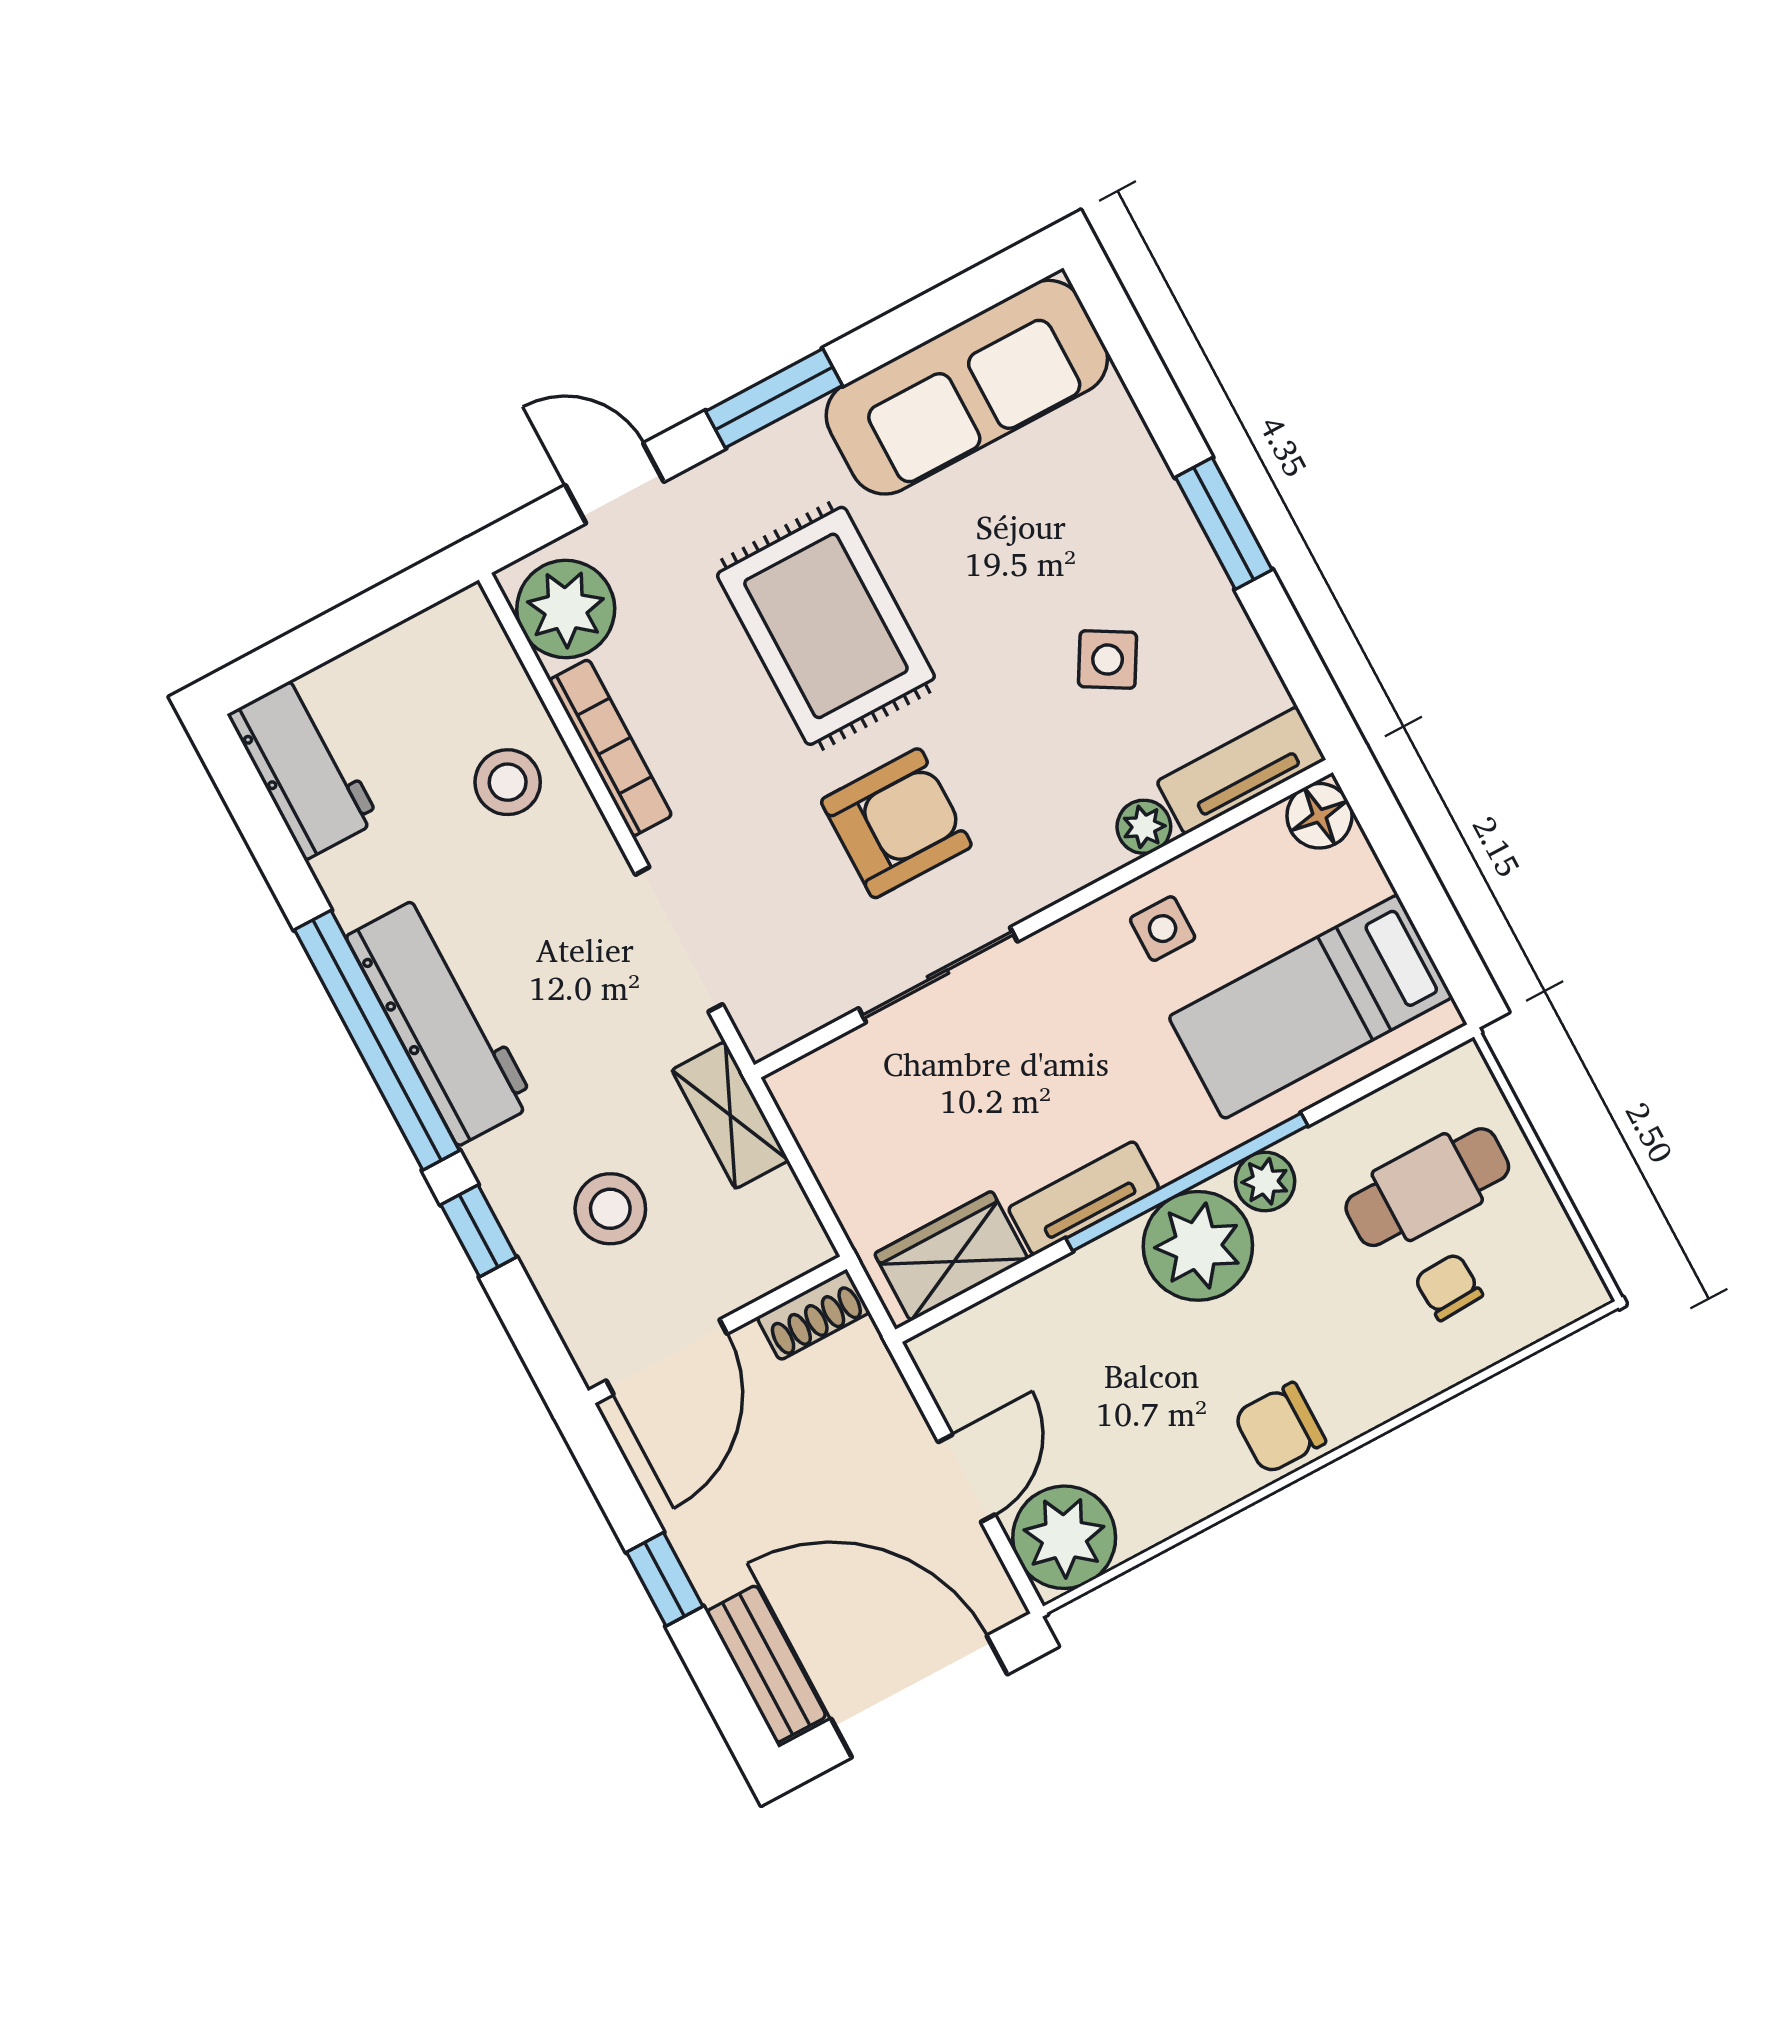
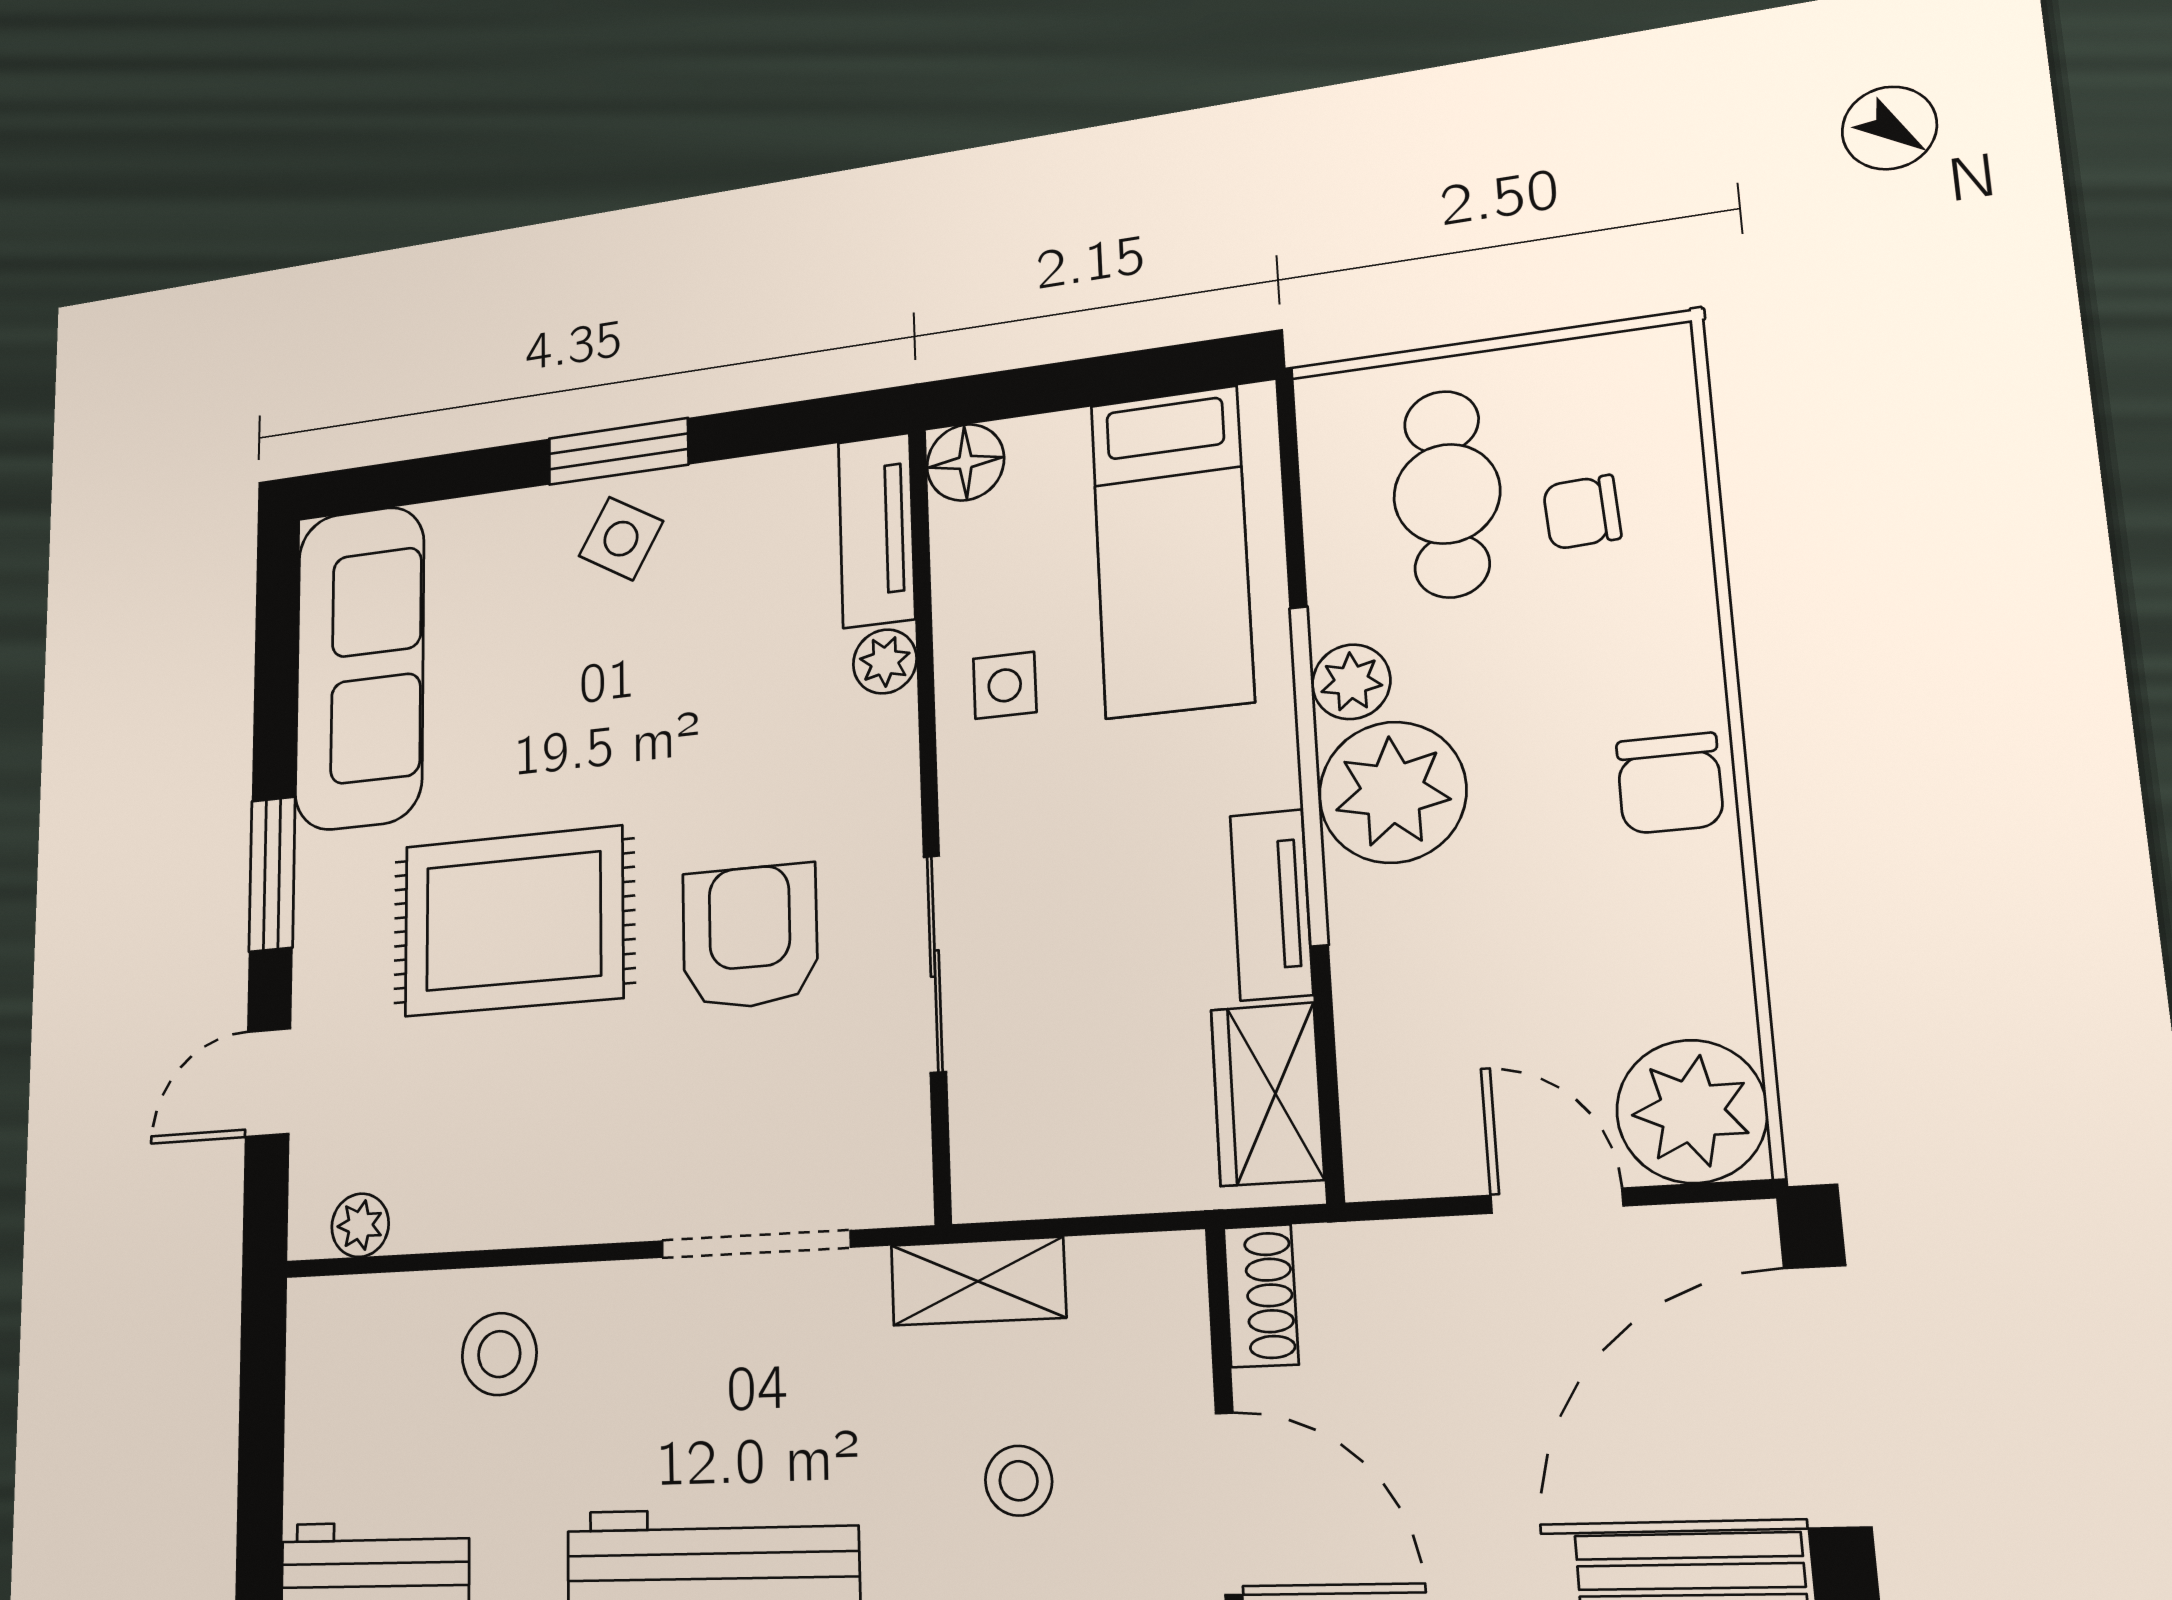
plant: (566, 609) -> (360, 1225), width x0.53, depth x0.53
side table: (1108, 660) -> (621, 539), moved
bookcase: (610, 748) -> (520, 1220), removed
stool: (610, 1209) -> (1019, 1481), width x0.73, depth x0.73

